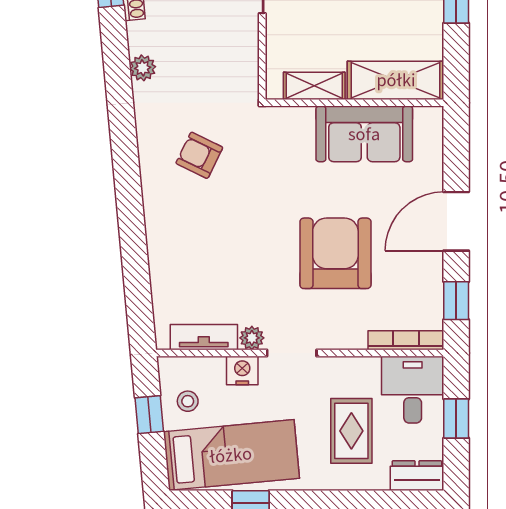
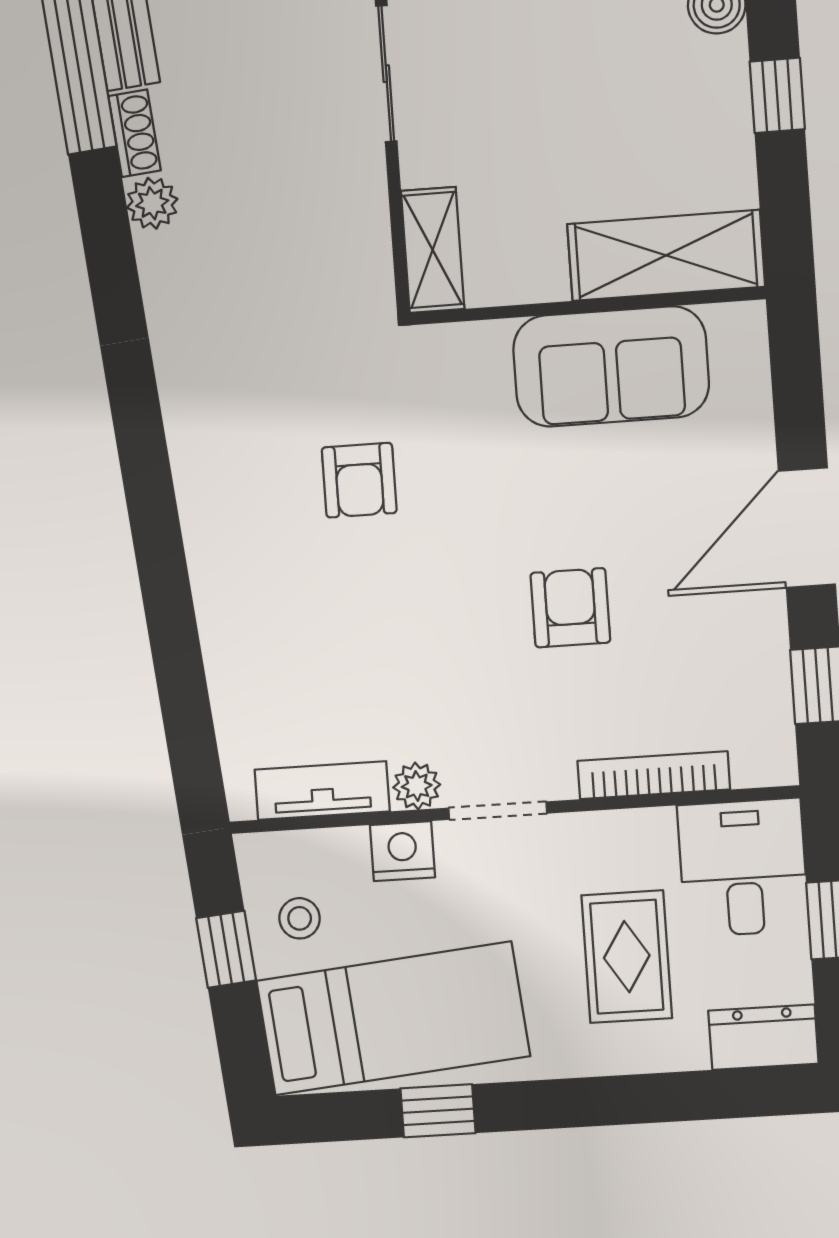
plant: (143, 68) -> (152, 203), moved
shelving: (314, 86) -> (433, 250), moved, turned 90
armchair: (199, 155) -> (359, 480), moved, turned -116
armchair: (335, 253) -> (570, 608), width x0.53, depth x0.53
bookcase: (406, 340) -> (654, 775), moved

